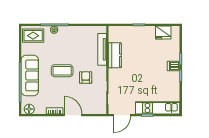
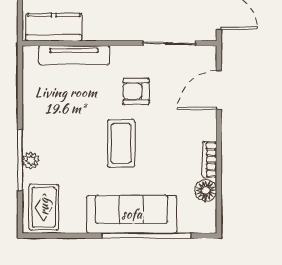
kitchen counter: (115, 55) -> (54, 27), moved
floor lamp: (29, 109) -> (206, 190), moved
door: (73, 115) -> (219, 90), moved

